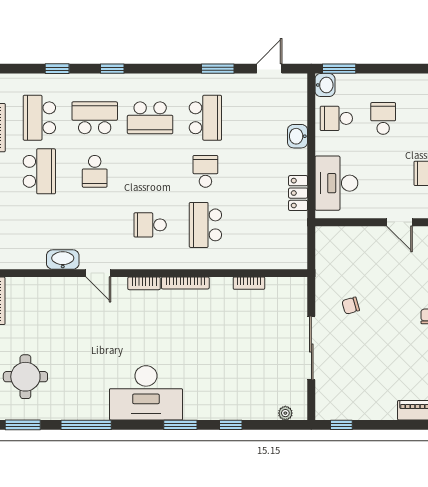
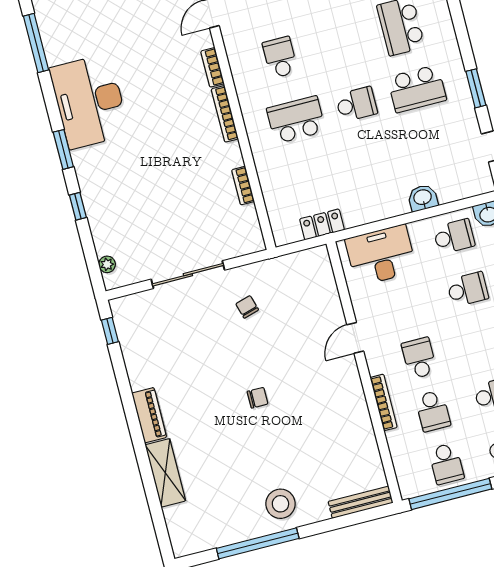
school desk: (336, 118) -> (454, 236), turned 90
locker: (298, 193) -> (322, 224), moved

